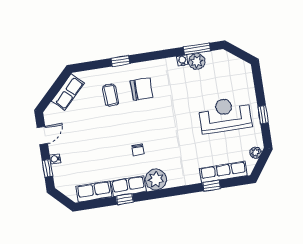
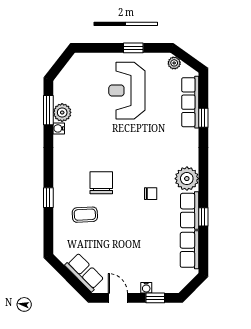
chair: (142, 89) -> (101, 183), moved
row of seats: (68, 92) -> (84, 272), moved

